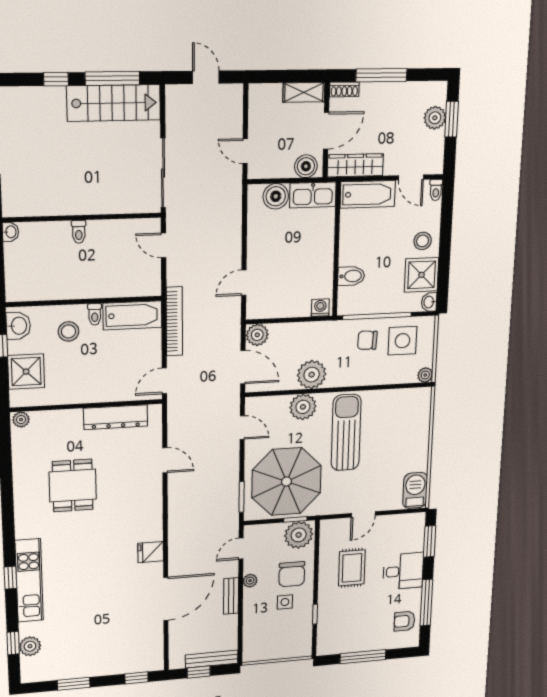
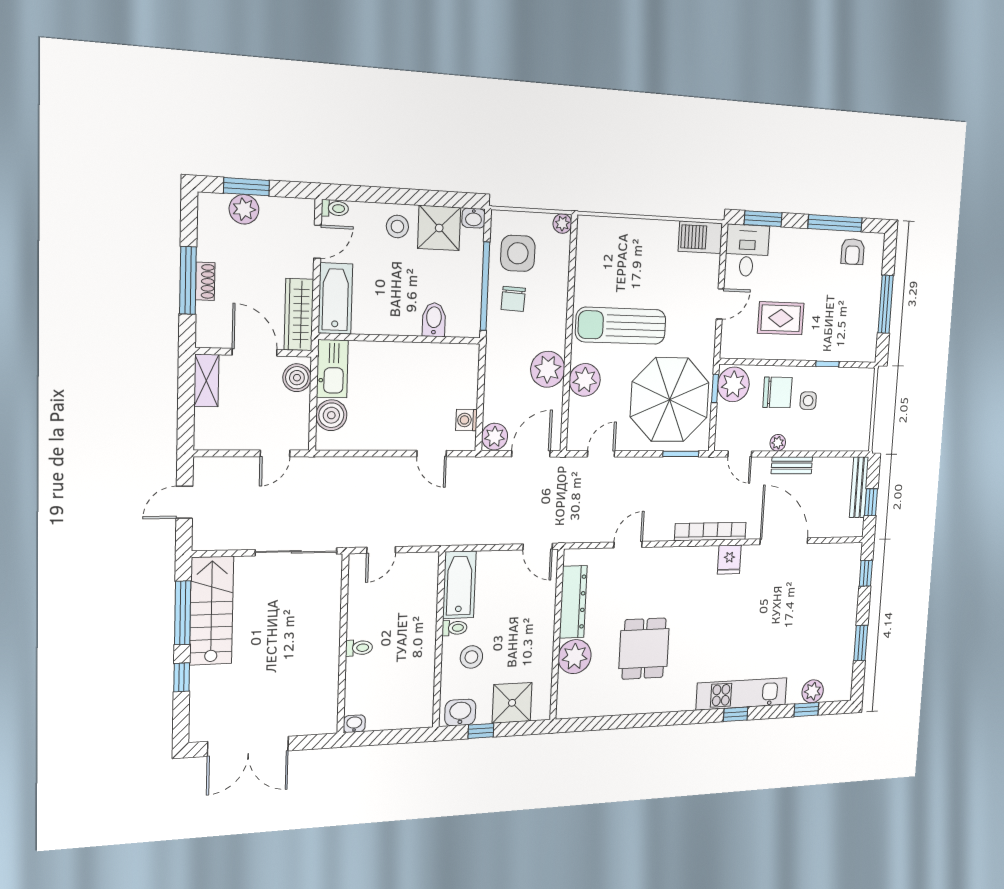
shoe rack: (344, 89) -> (205, 281), moved
washing machine: (320, 308) -> (467, 420), moved
bookcase: (174, 321) -> (710, 531), moved
plant: (21, 420) -> (575, 657), moved, width x1.88, depth x1.88
dining table: (73, 486) -> (644, 649), turned 90
door: (363, 514) -> (720, 304), hinge flipped
desk: (403, 571) -> (747, 251), moved

